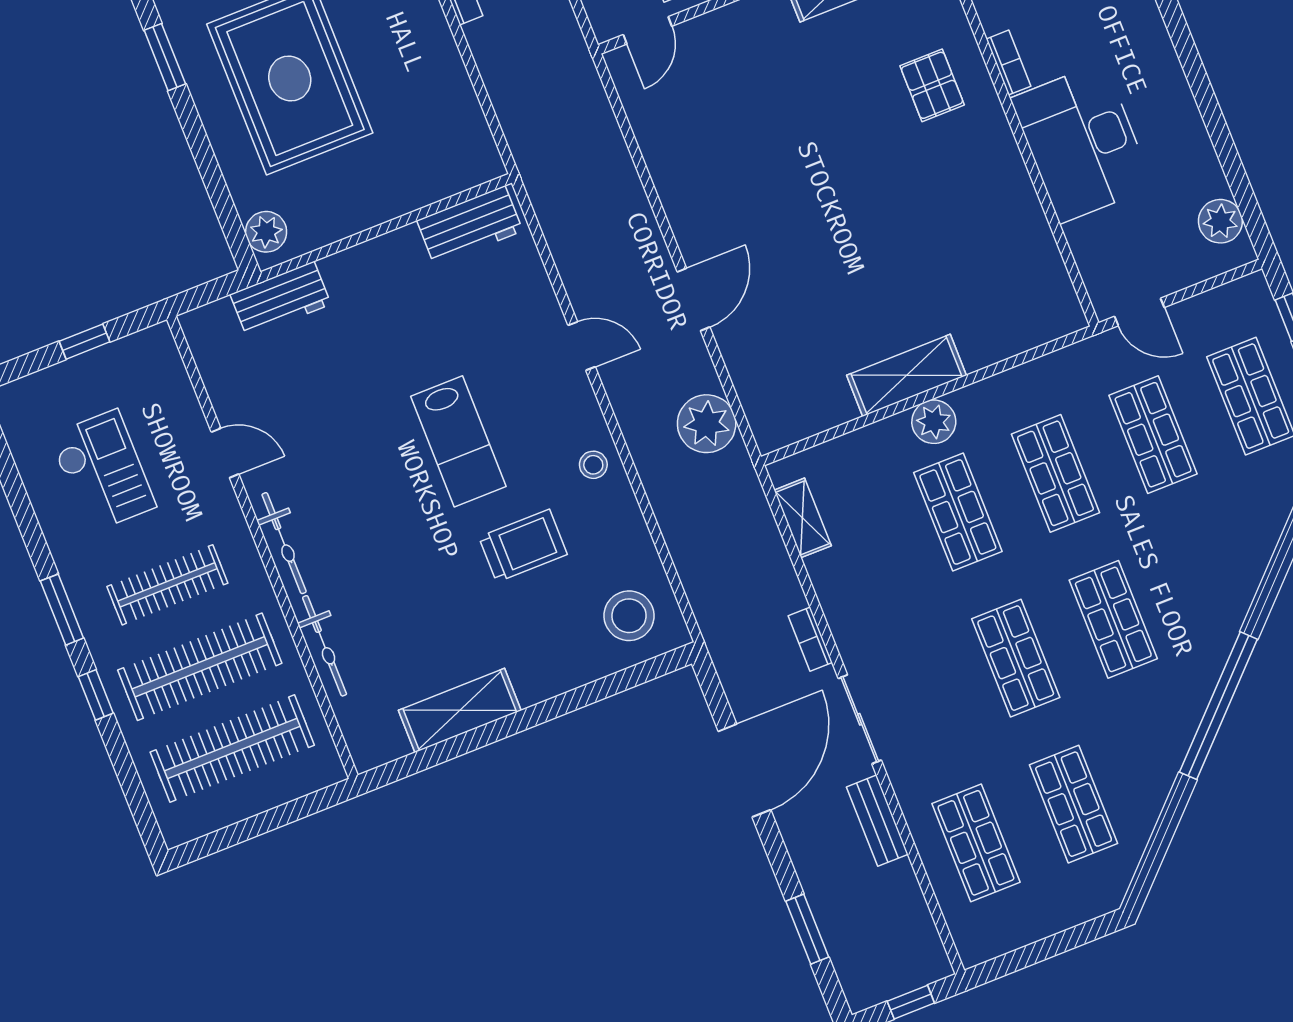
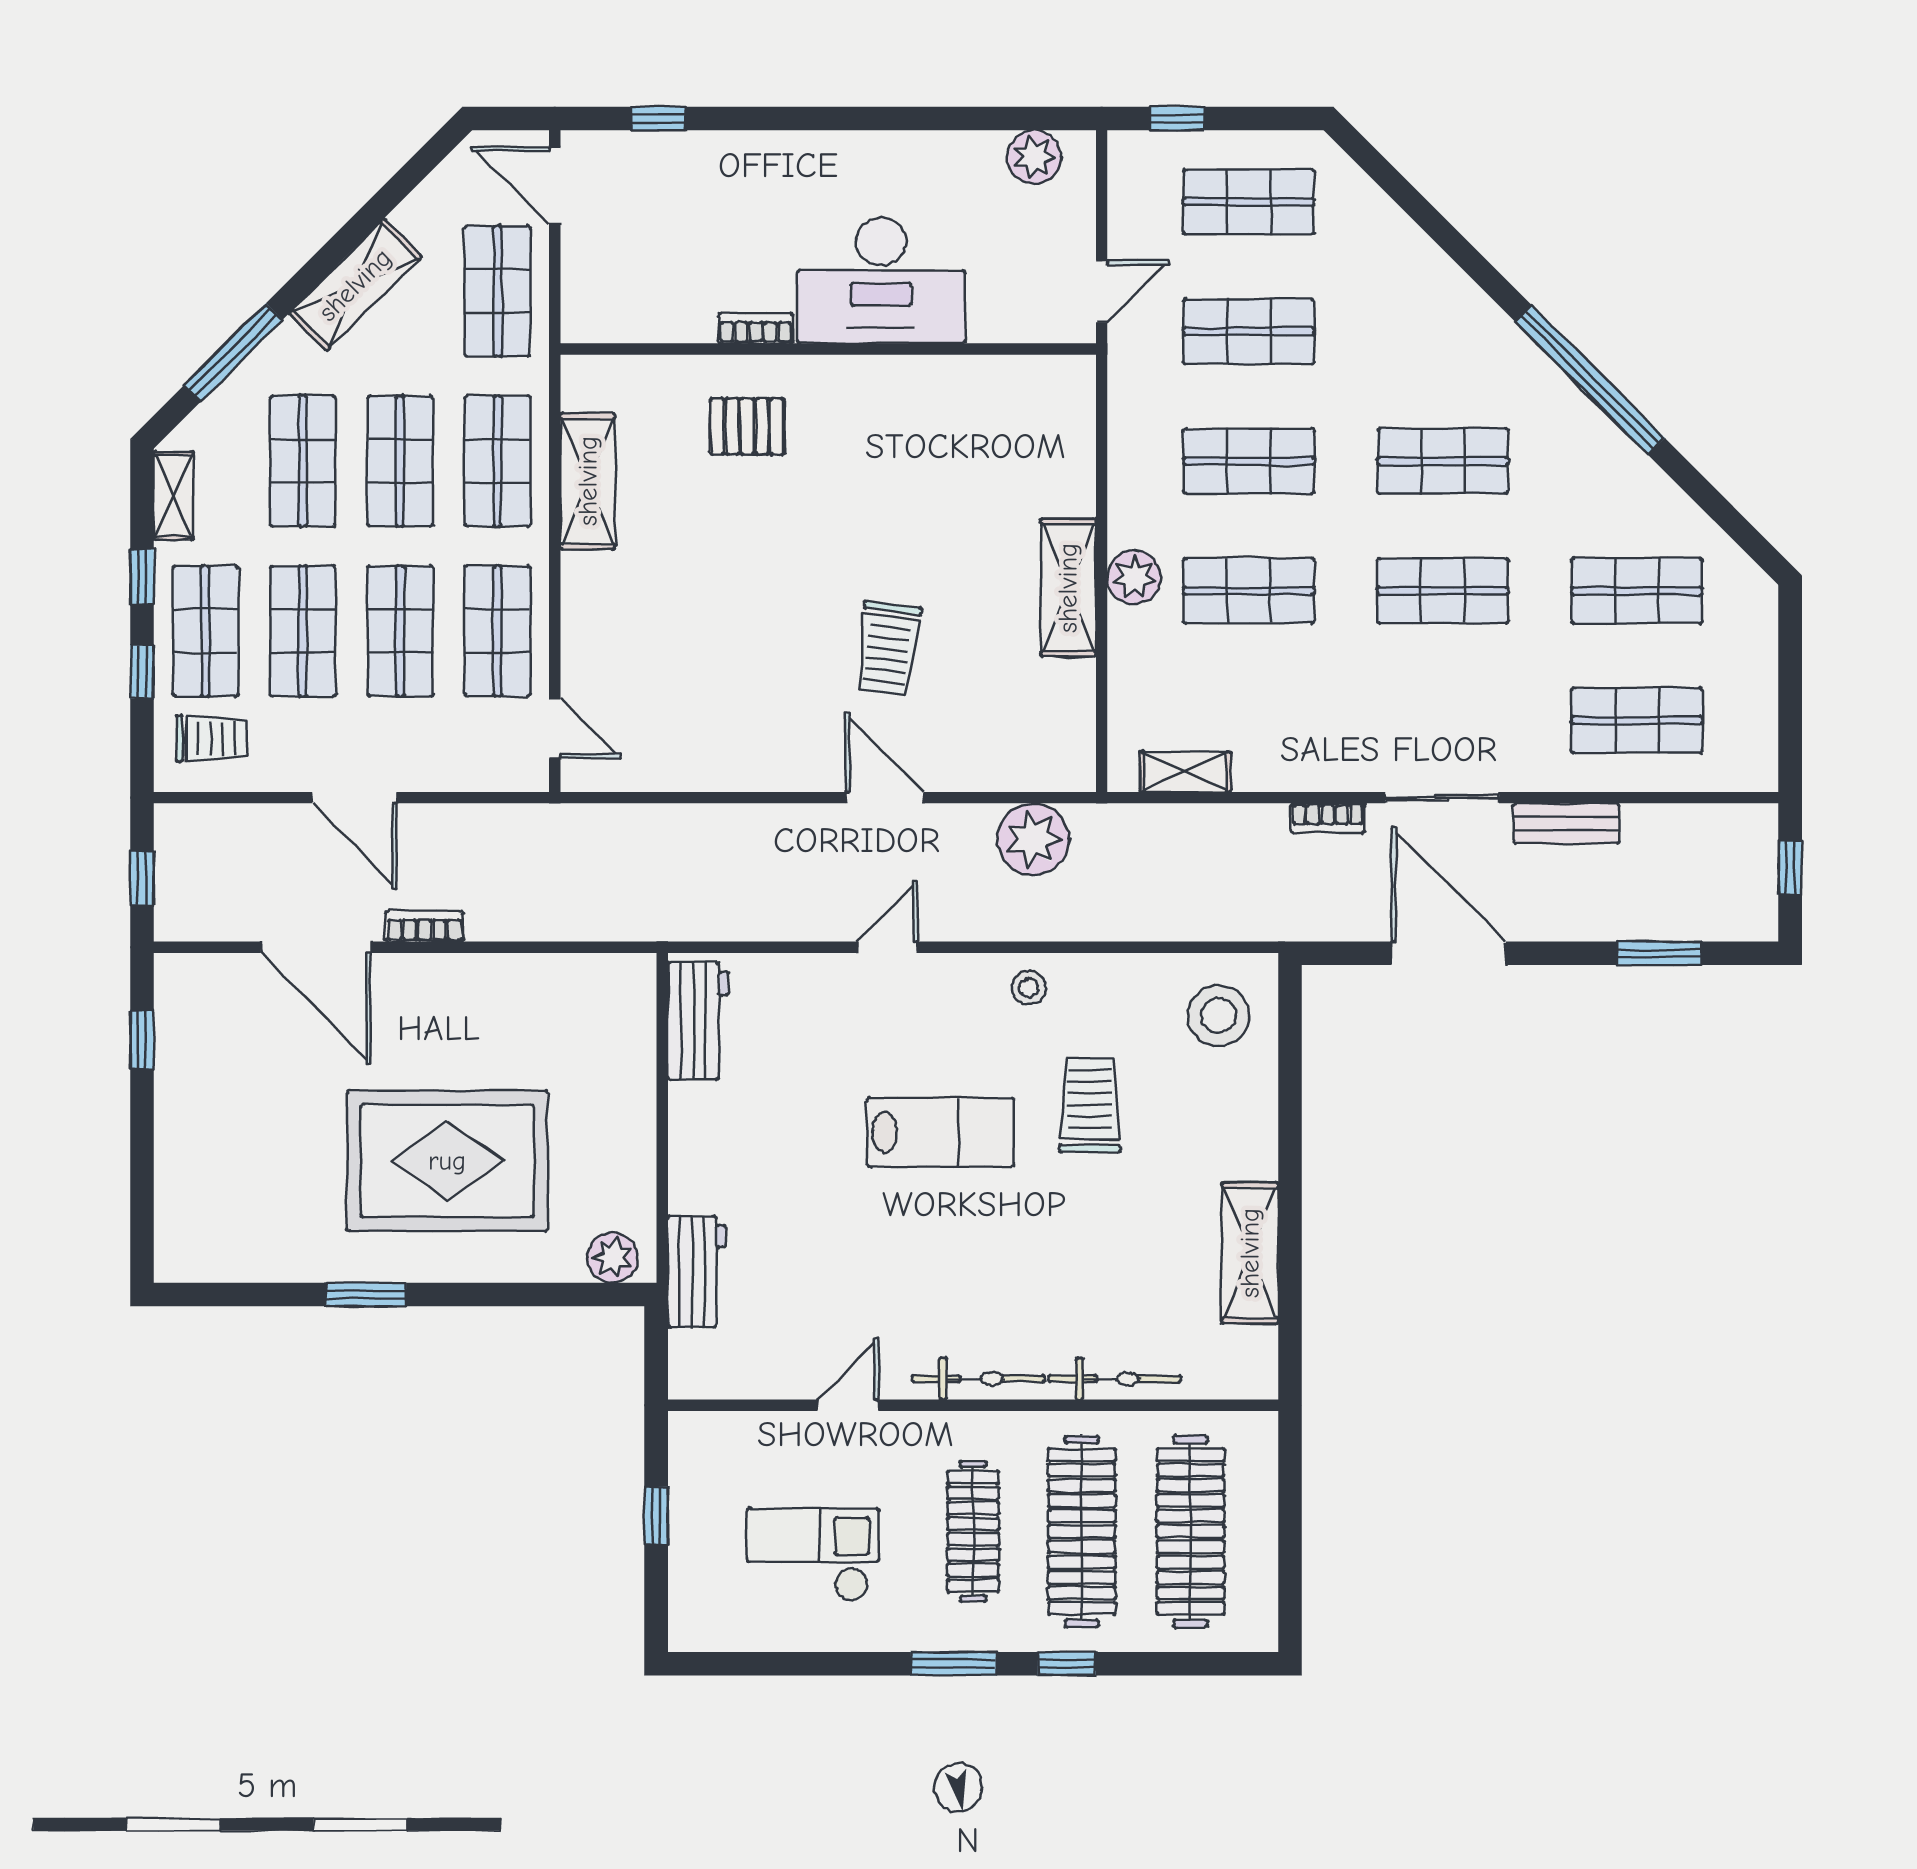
trolley: (807, 258) -> (888, 648), added

